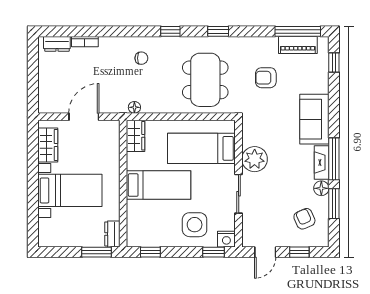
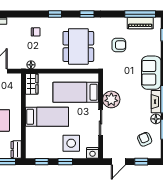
armchair: (266, 78) -> (119, 45), turned 180
window: (214, 252) -> (65, 162), moved

